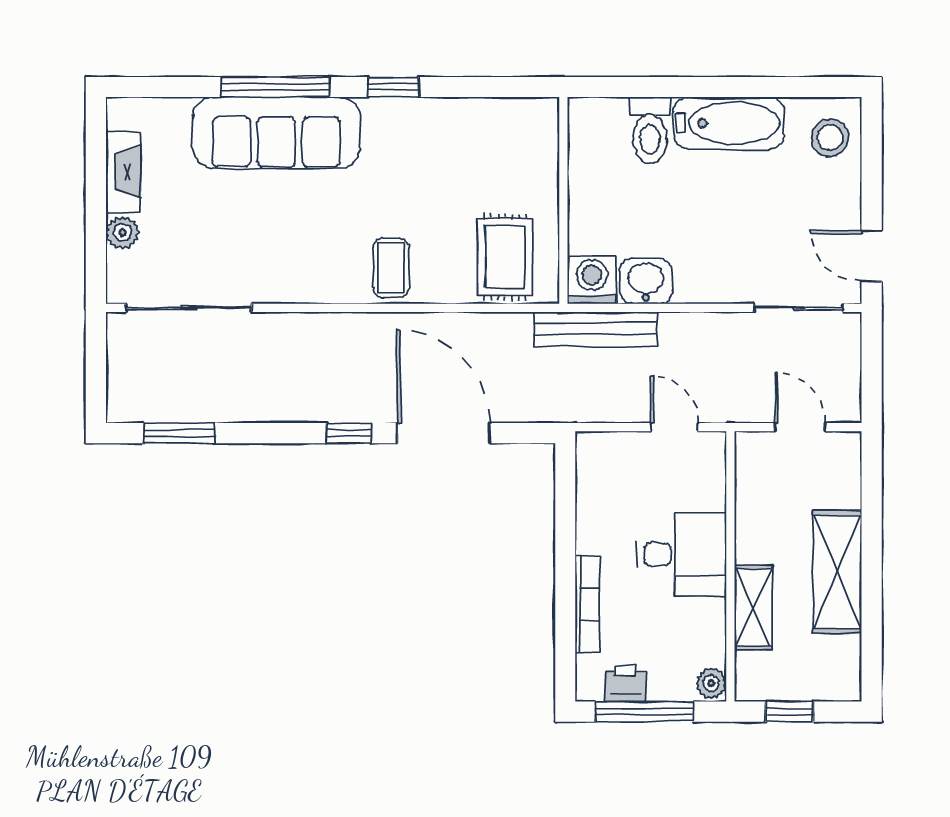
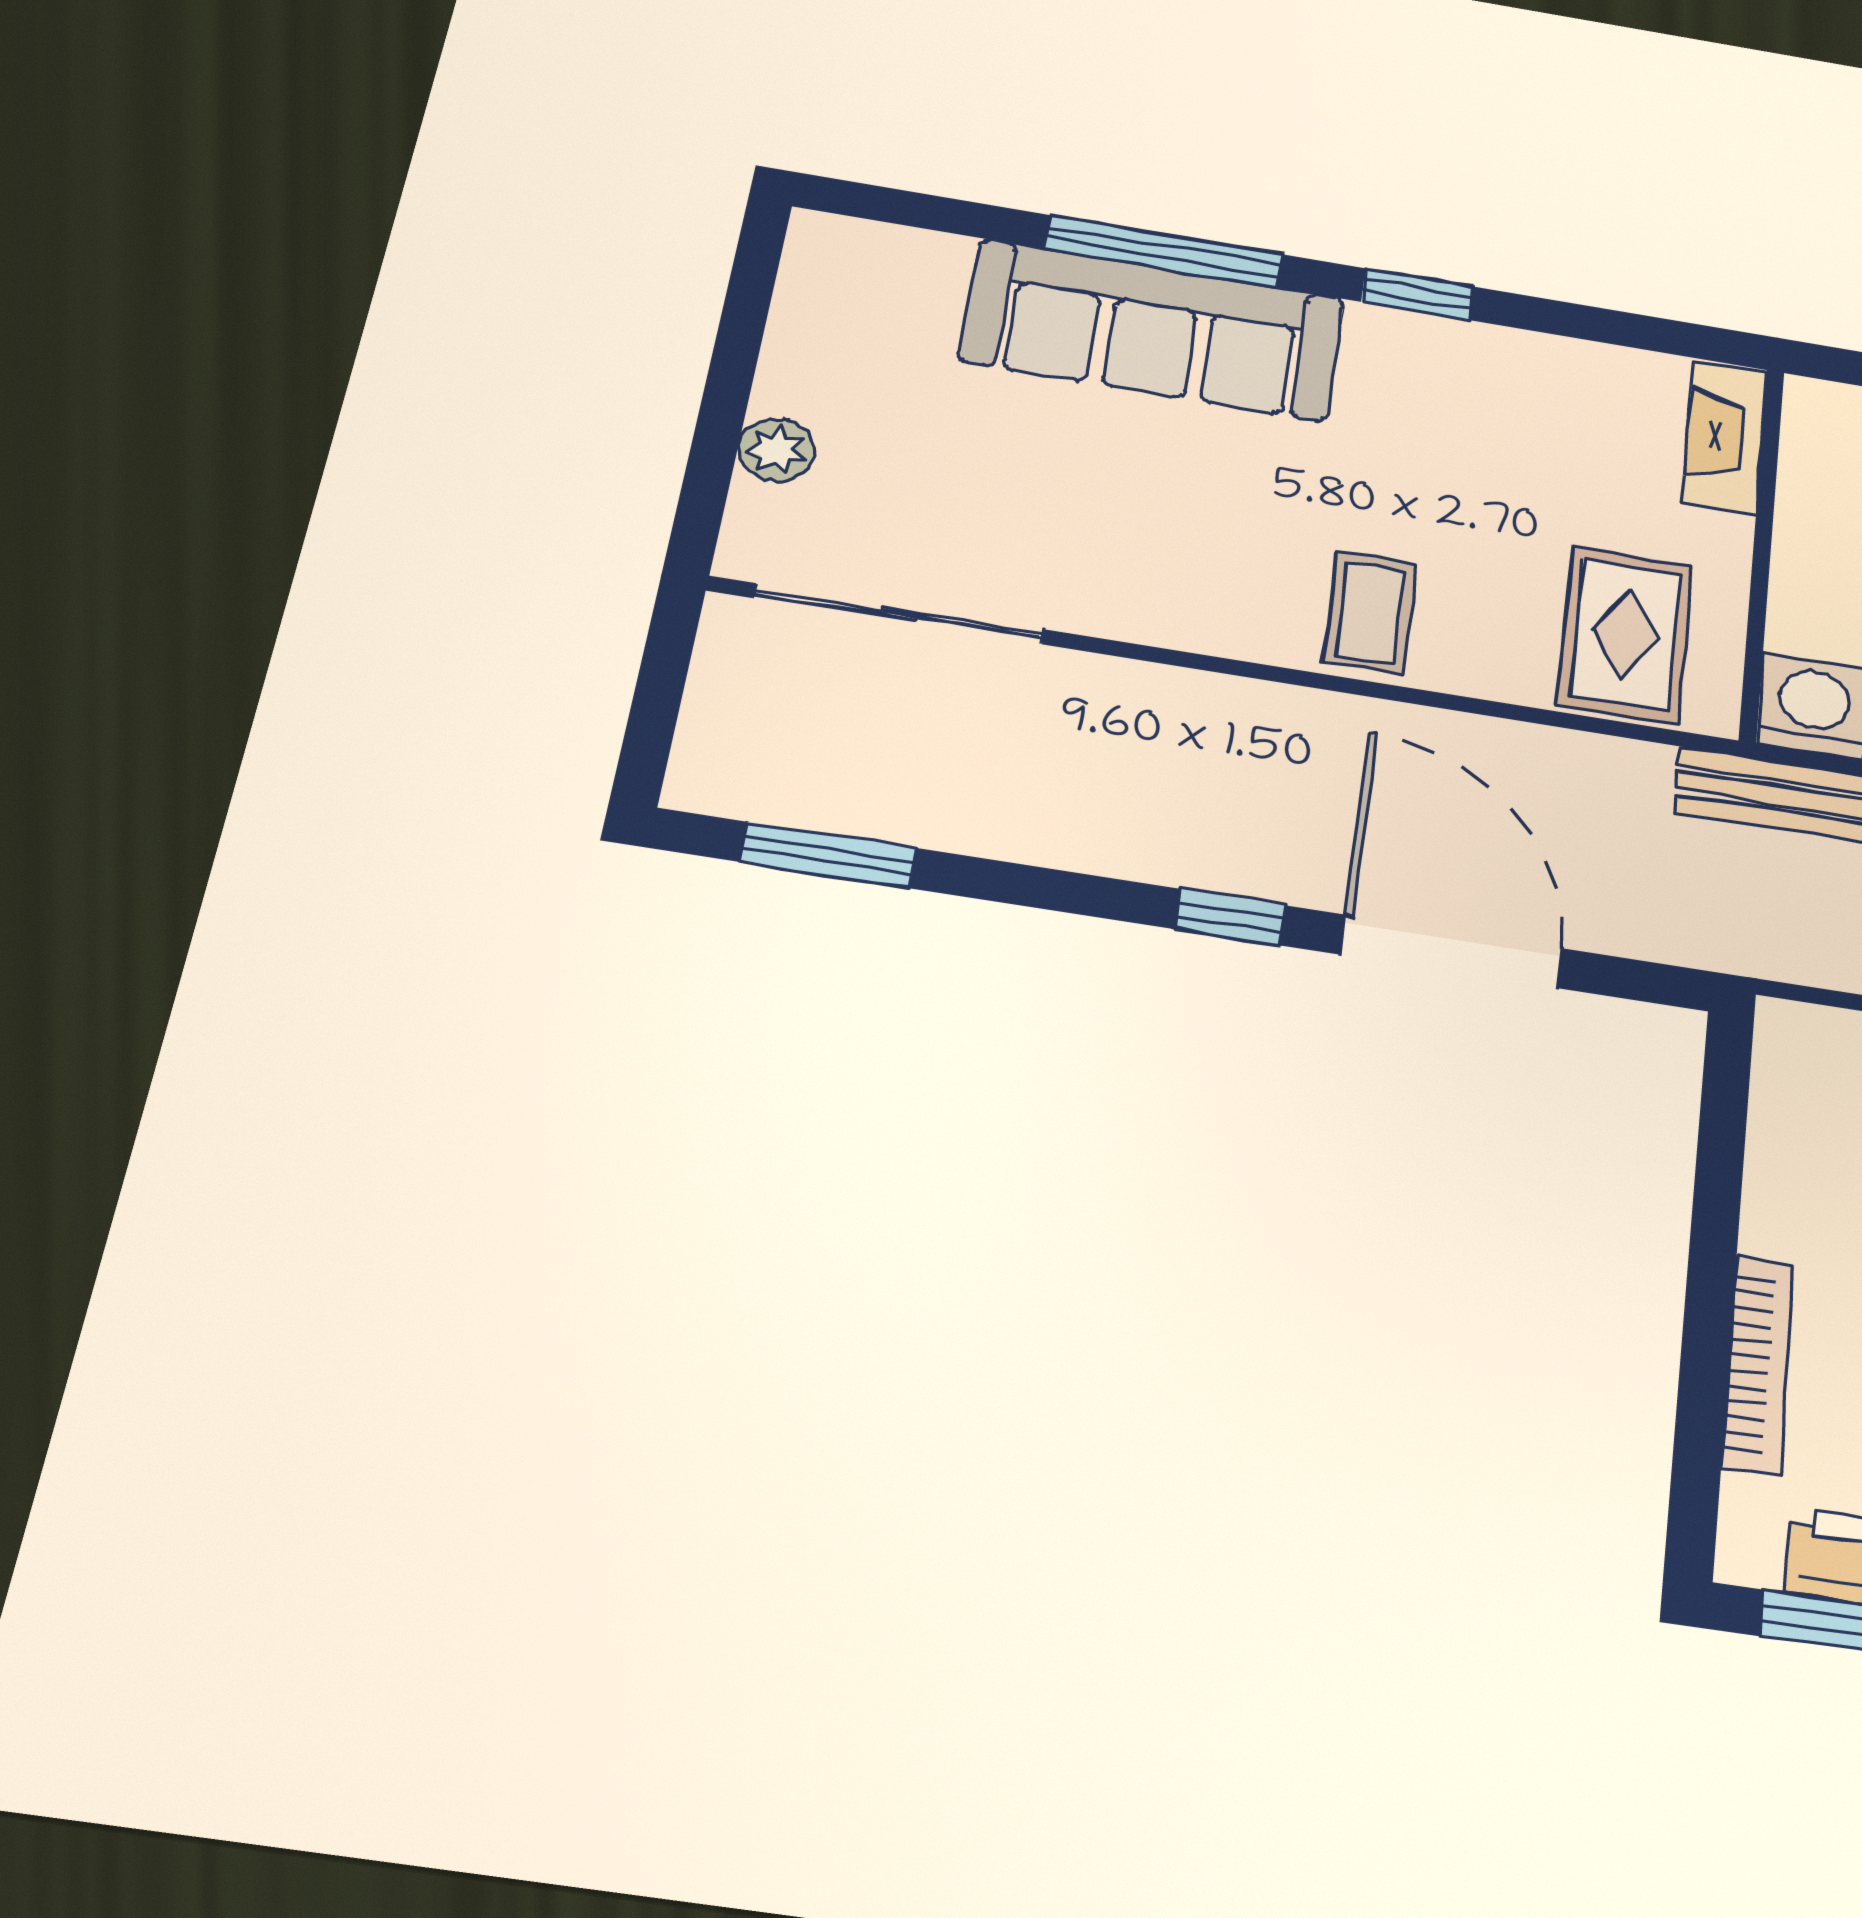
fireplace: (123, 172) -> (1725, 437), moved, turned 180

